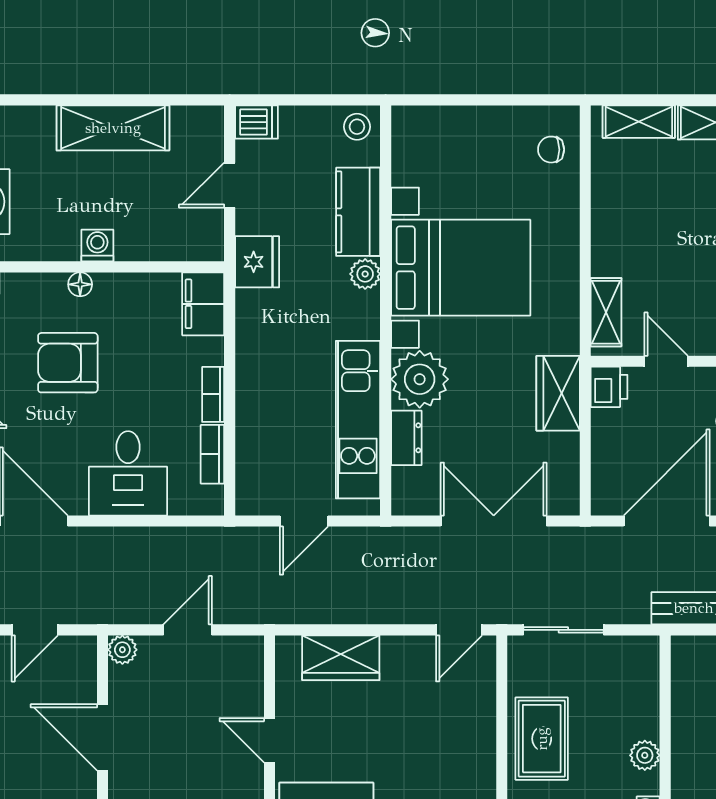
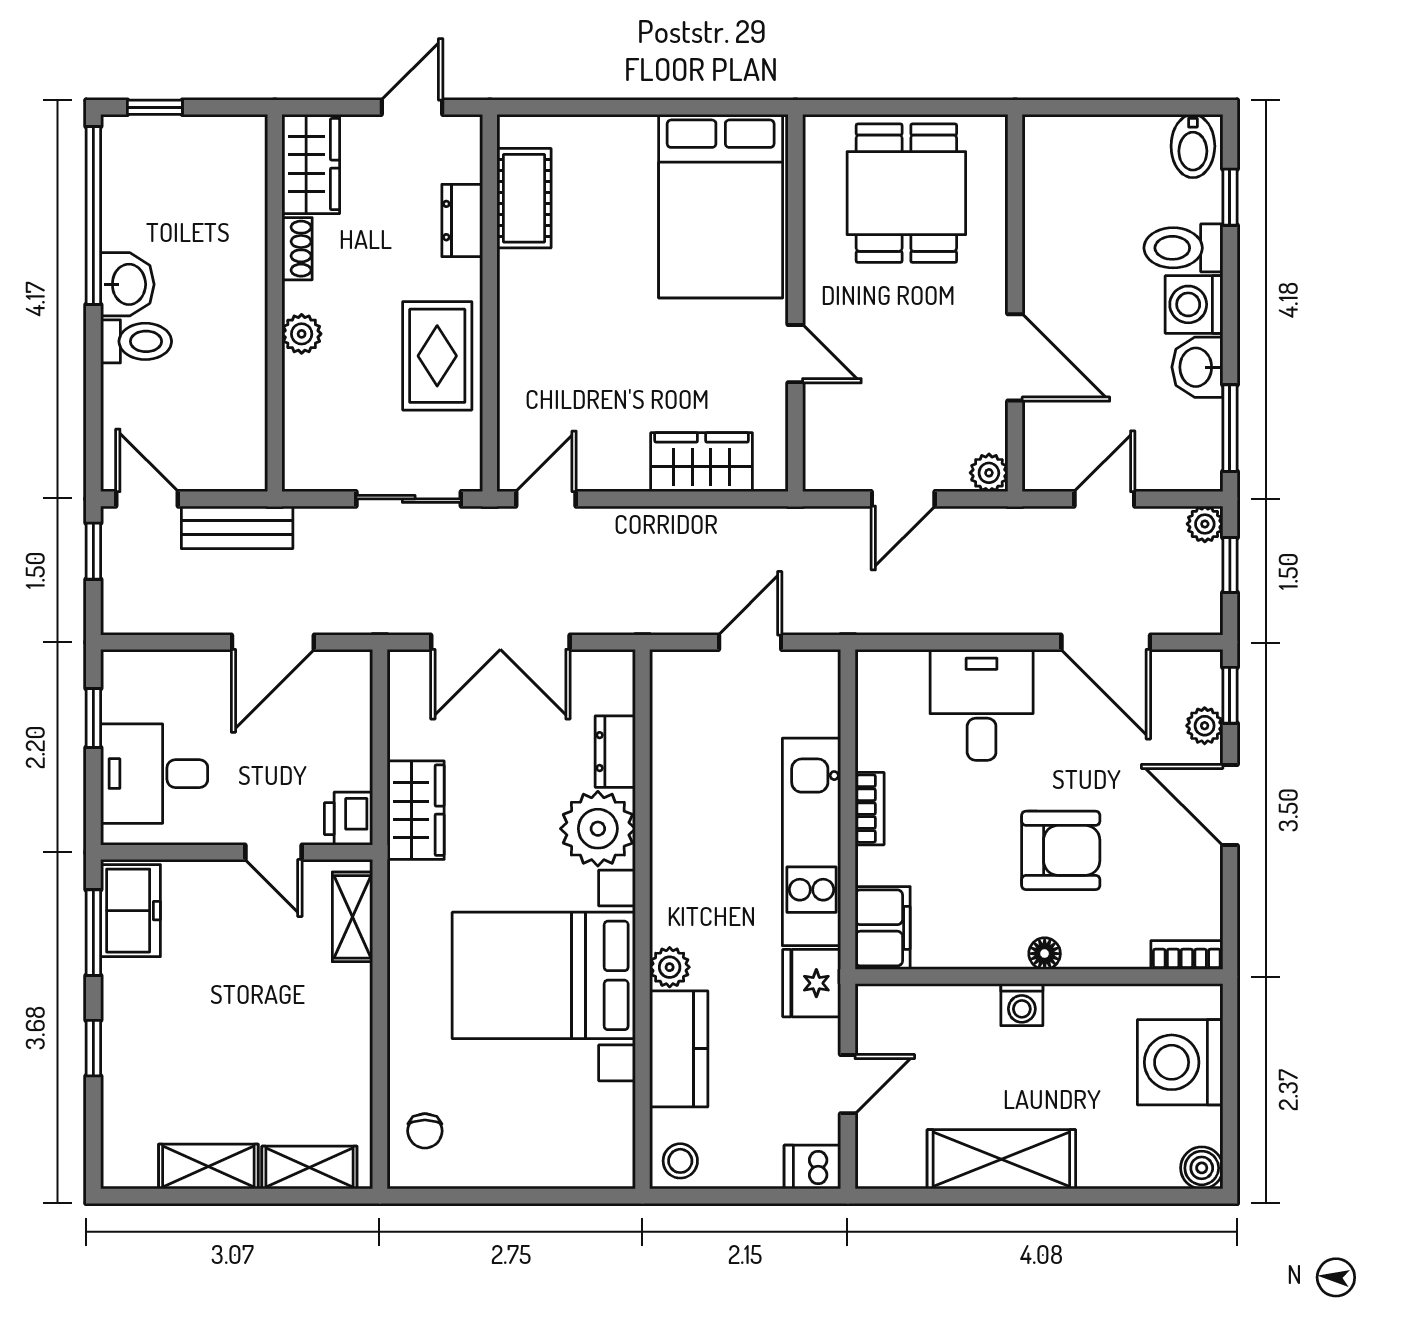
chair: (551, 150) -> (425, 1131), turned 90
kitchen unit: (358, 420) -> (812, 842), moved, turned 180
bookcase: (212, 454) -> (871, 730), removed
door: (667, 521) -> (273, 642), width x0.73

